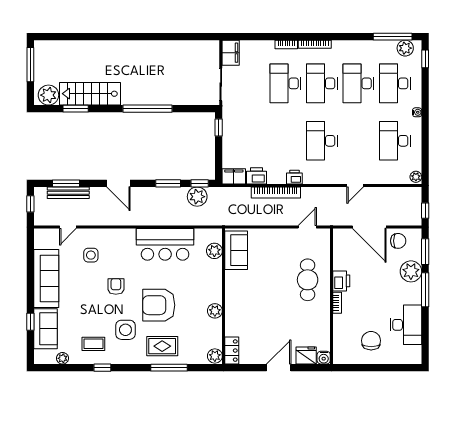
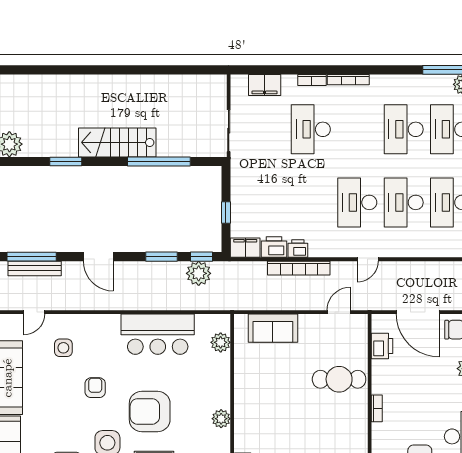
filing cabinet: (231, 53) -> (265, 85), moved, turned 90
desk: (322, 83) -> (404, 202), moved
stairs: (90, 94) -> (117, 142), moved
window: (76, 109) -> (66, 161), moved
window: (148, 109) -> (159, 161), moved
window: (219, 128) -> (226, 213), moved
printer: (294, 177) -> (298, 249), moved
window: (66, 183) -> (32, 257), width x1.44
door: (355, 186) -> (368, 259), moved
sofa: (236, 250) -> (273, 328), moved, turned 90
cafe table: (308, 280) -> (339, 379), turned 90
printer: (341, 281) -> (382, 346), moved

